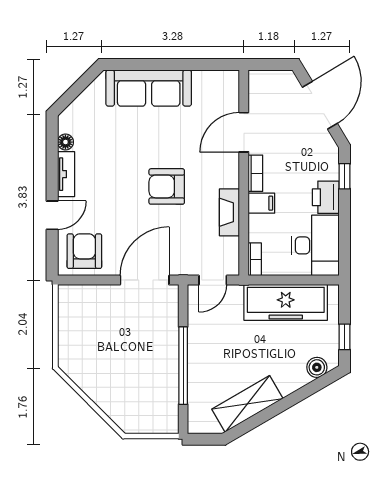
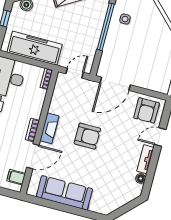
sofa: (149, 88) -> (64, 193), moved
filing cabinet: (261, 203) -> (16, 177), moved
fireplace: (229, 212) -> (49, 128), moved
side table: (156, 386) -> (125, 19), added

